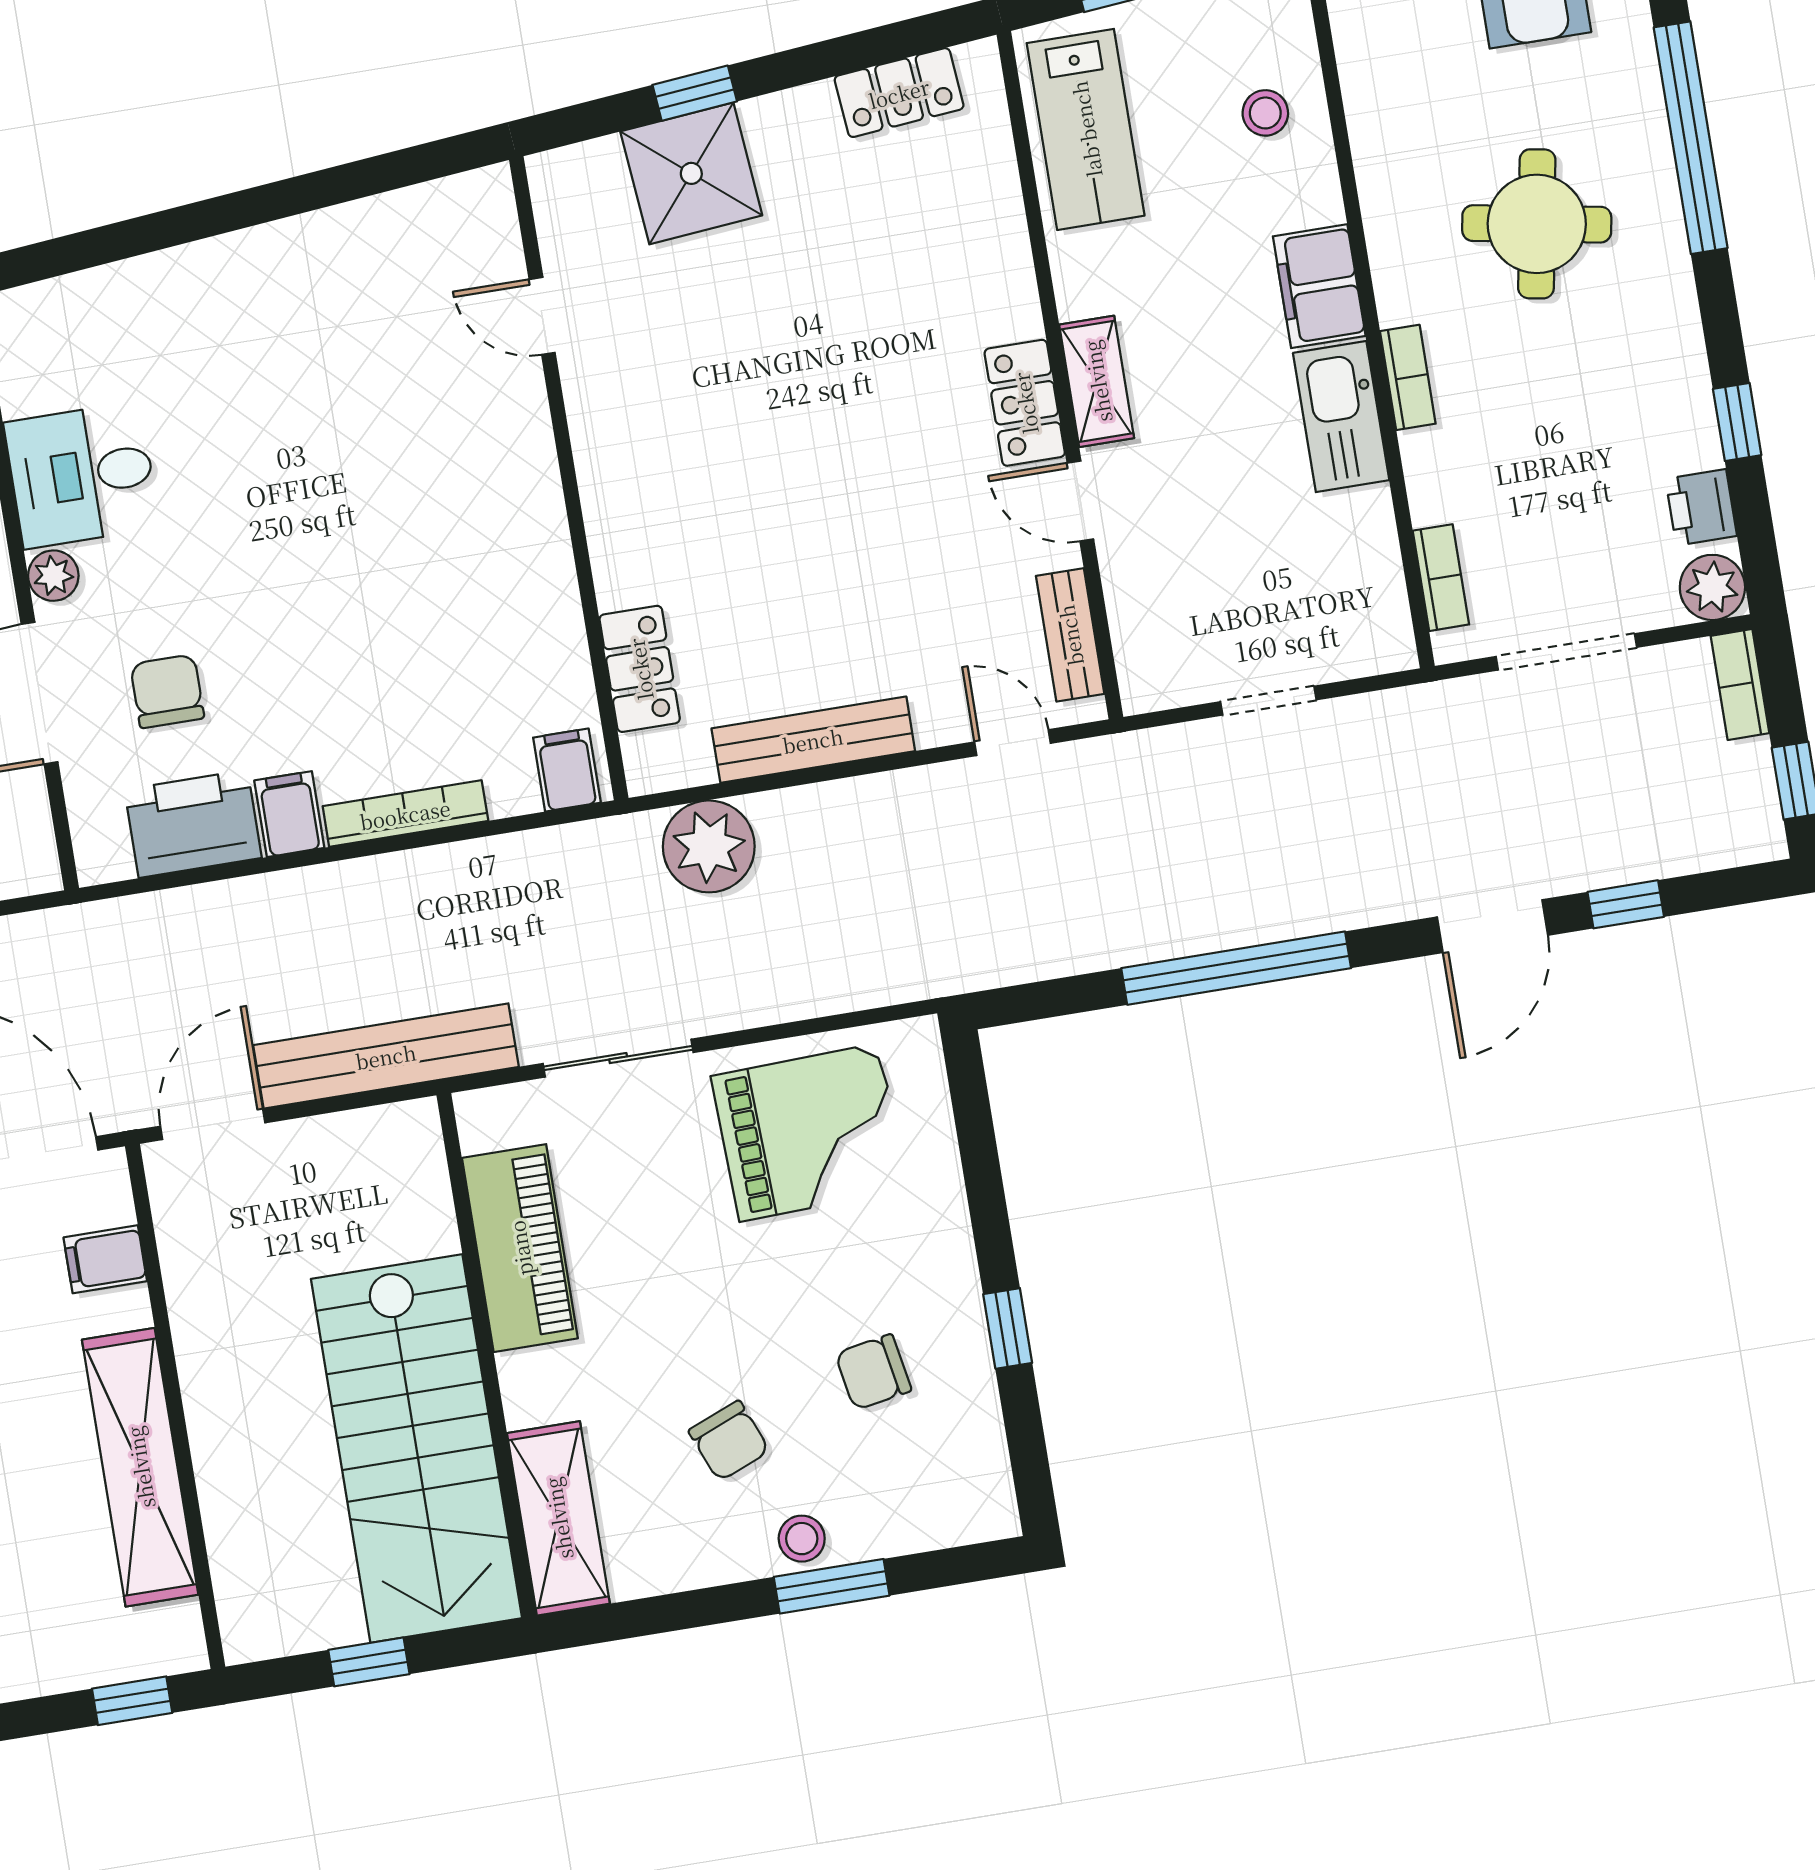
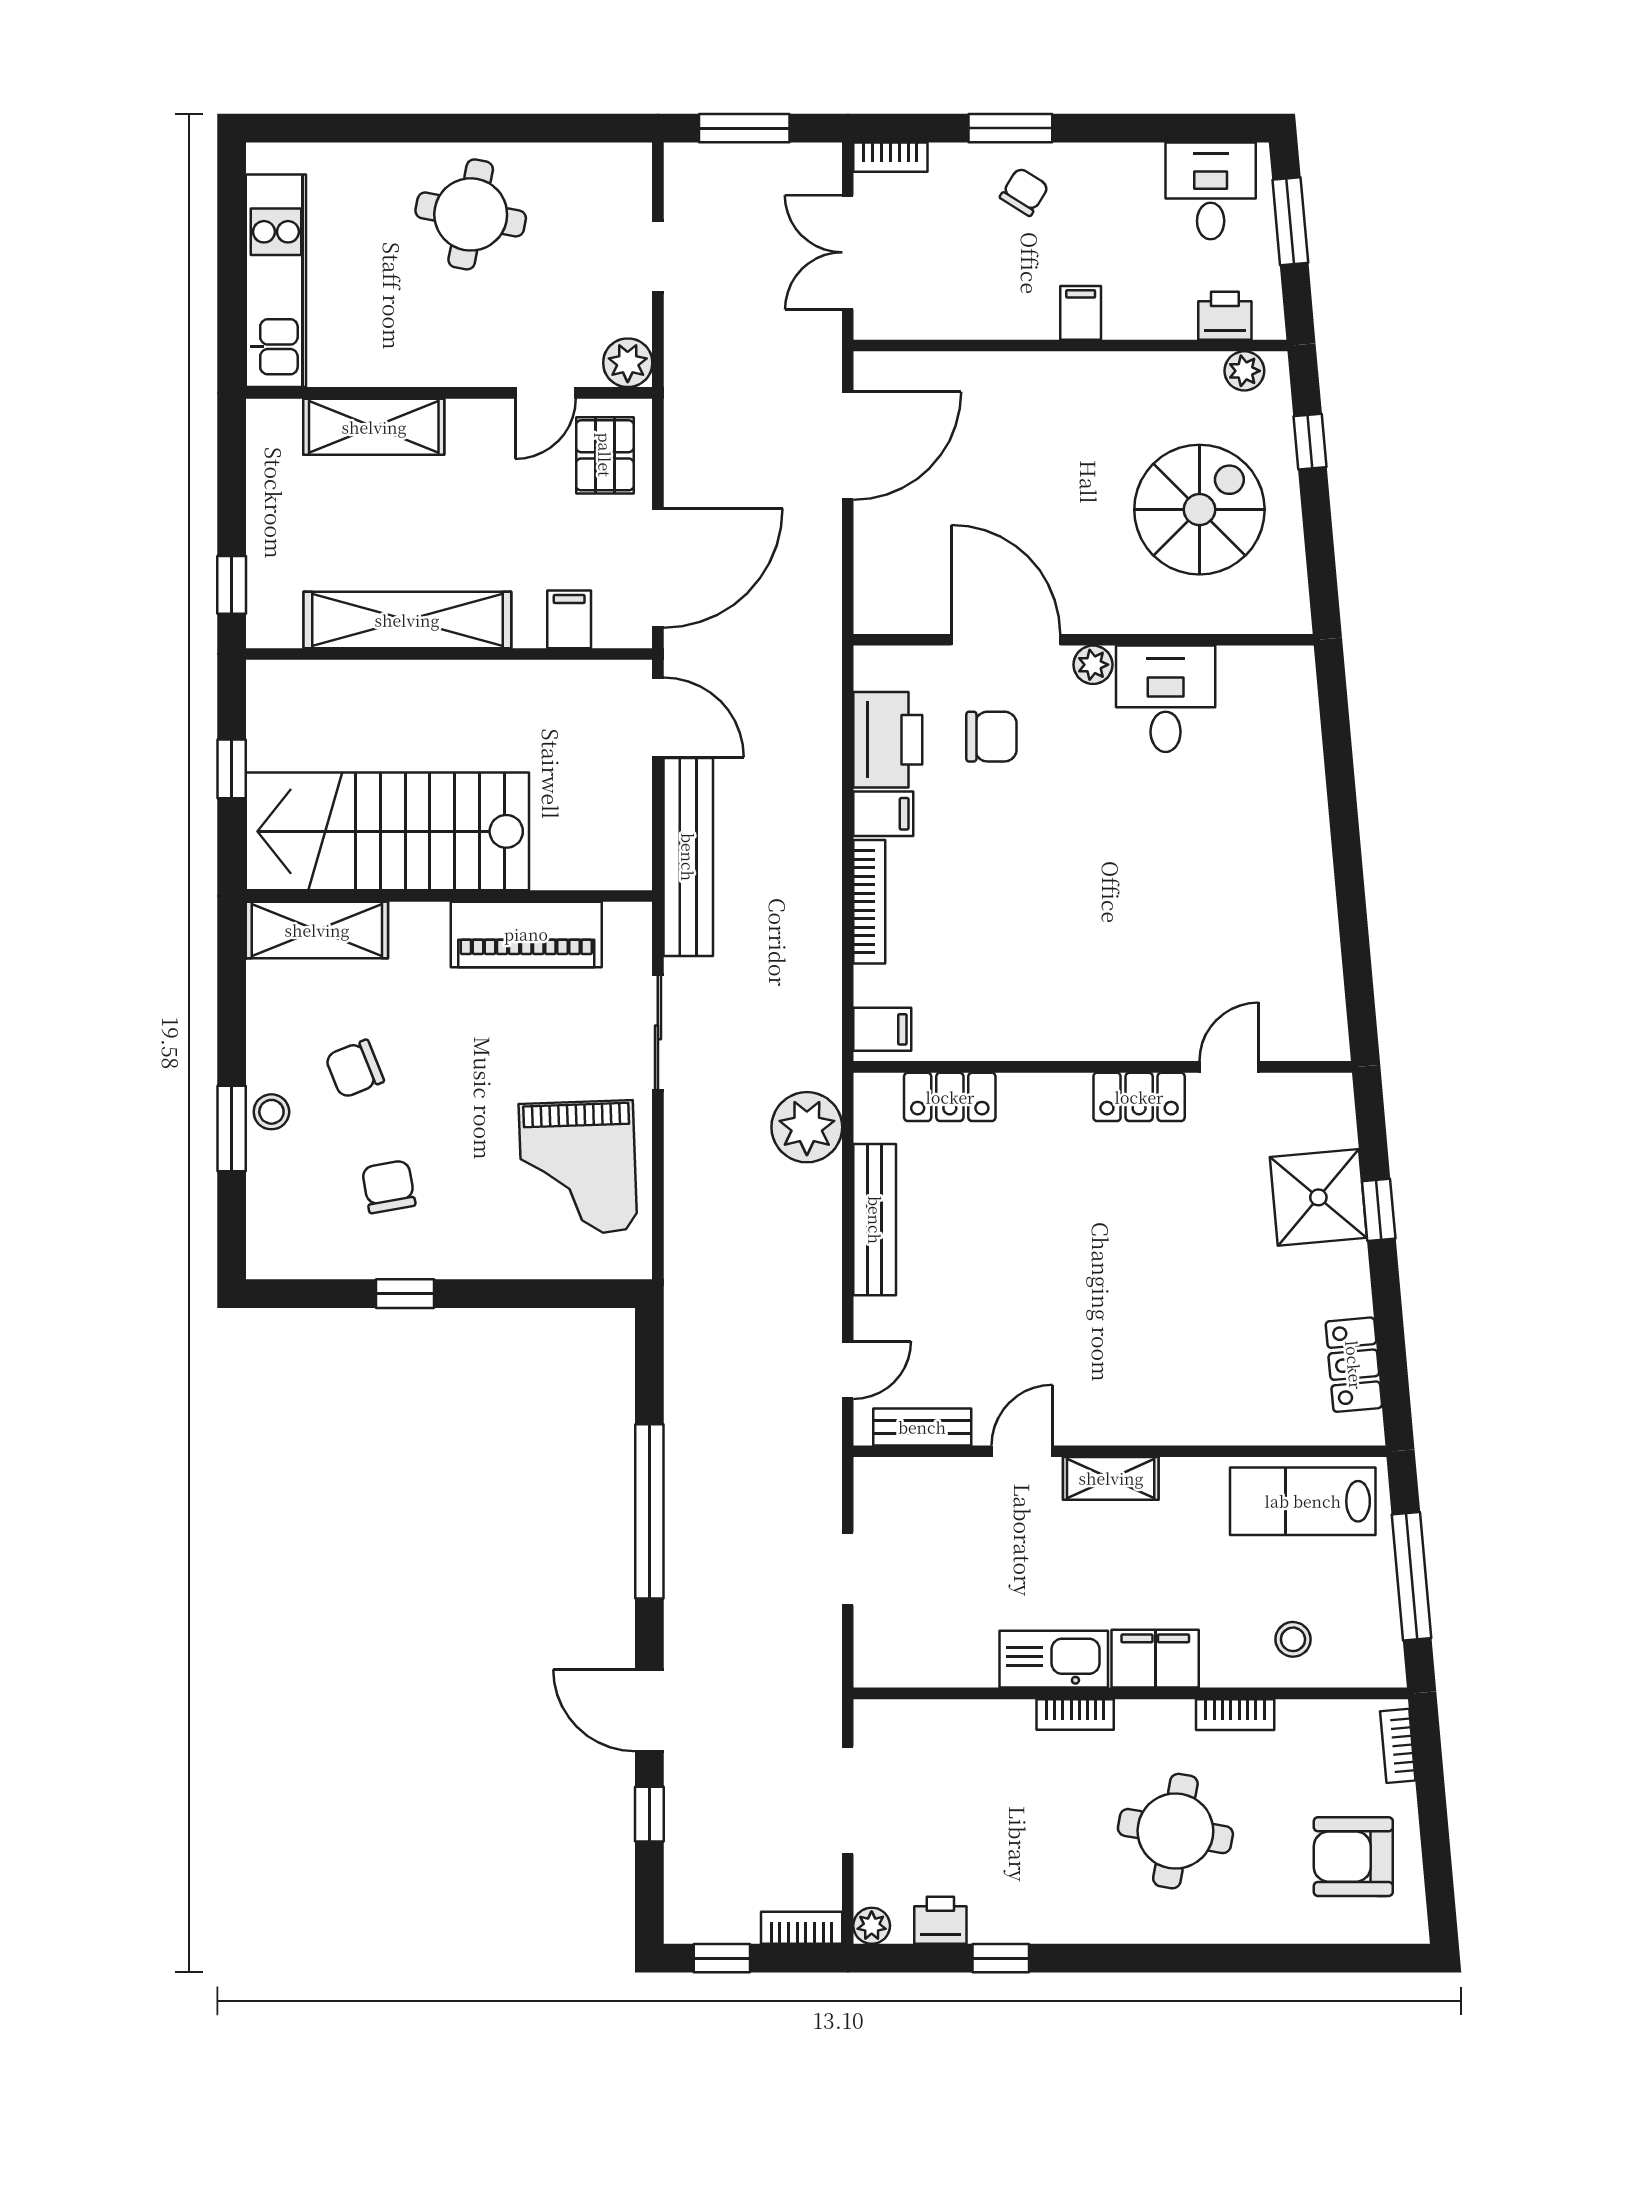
window: (1691, 138) -> (1222, 1958), removed
locker: (1025, 403) -> (1139, 1097), moved, turned 180
bookcase: (1441, 578) -> (1235, 1715), moved
plant: (1712, 587) -> (872, 1926), width x0.73, depth x0.73

